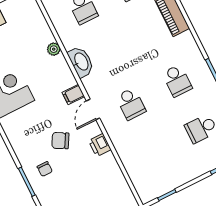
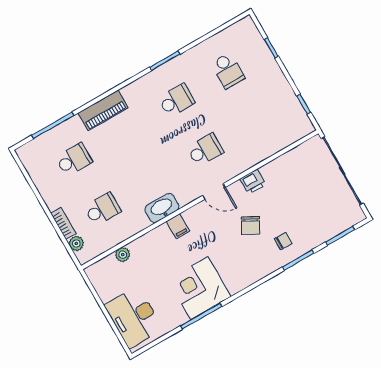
plant: (54, 49) -> (123, 255), moved
filing cabinet: (73, 94) -> (178, 226), moved

